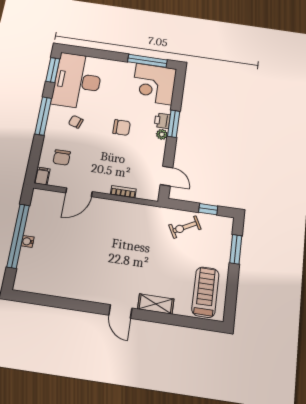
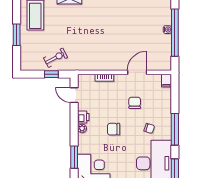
printer: (162, 121) -> (83, 117), moved
window: (174, 124) -> (74, 157), moved
chair: (62, 157) -> (135, 103), moved
window: (208, 209) -> (51, 74), moved
window: (236, 249) -> (17, 35), moved

